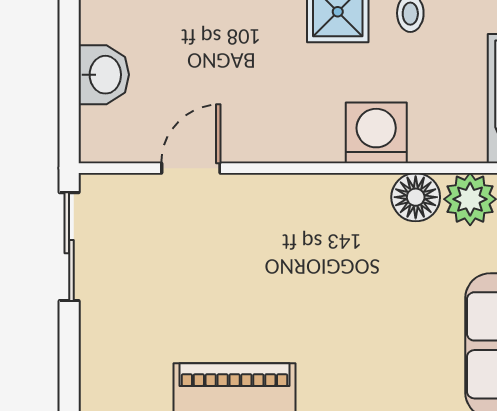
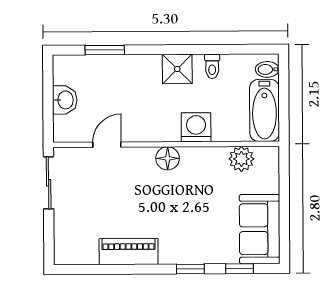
floor lamp: (416, 197) -> (168, 158), moved

